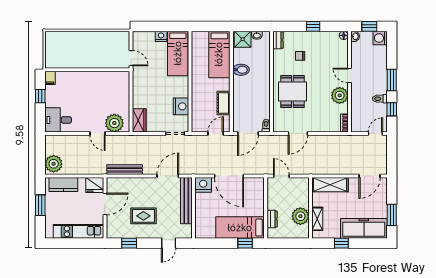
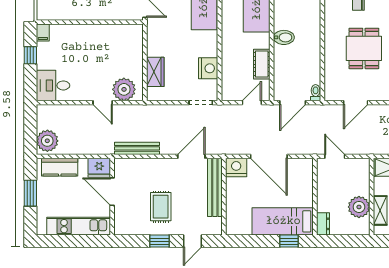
bidet: (241, 70) -> (284, 37), moved
dining table: (292, 91) -> (364, 48), moved
wardrobe: (139, 120) -> (155, 72), moved
door: (105, 204) -> (112, 192), swing flipped
rug: (143, 216) -> (161, 207), turned 90
dresser: (272, 219) -> (323, 224), moved
window: (129, 243) -> (159, 241), moved

